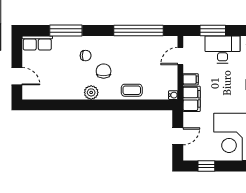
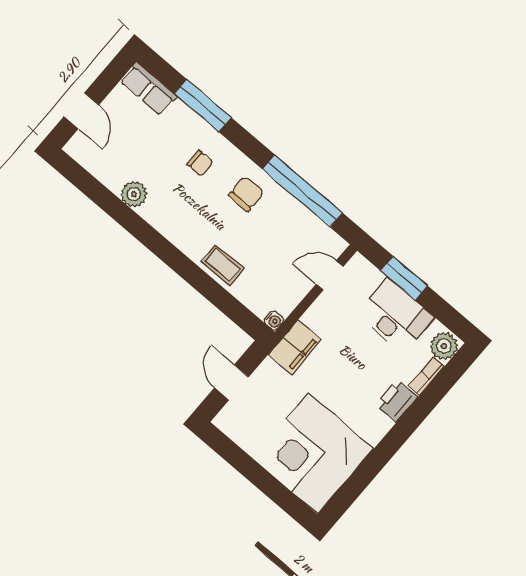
chair: (104, 71) -> (246, 194), moved
filing cabinet: (191, 79) -> (316, 319), removed
plant: (91, 92) -> (134, 194), moved
door: (178, 136) -> (232, 382), swing flipped
window: (206, 166) -> (236, 457), removed

